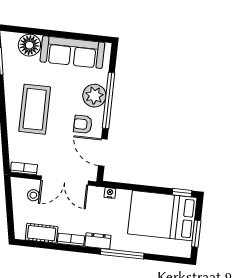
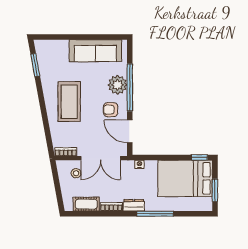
floor lamp: (29, 45) -> (59, 49), removed

